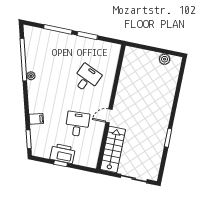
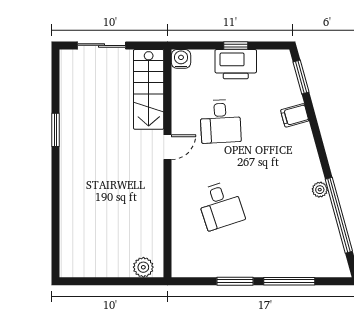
plant: (165, 59) -> (143, 267), moved
desk: (87, 78) -> (220, 205), turned -42
water cooler: (92, 162) -> (181, 59), added

